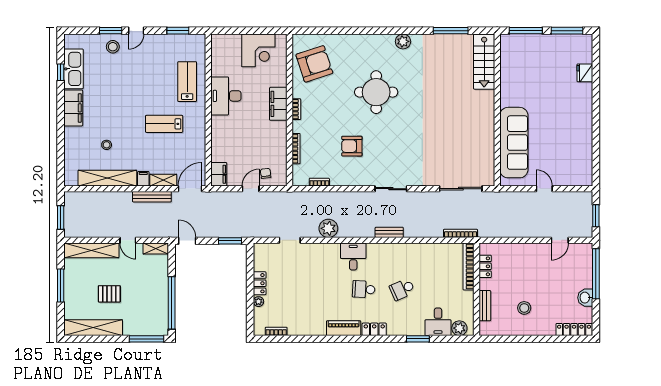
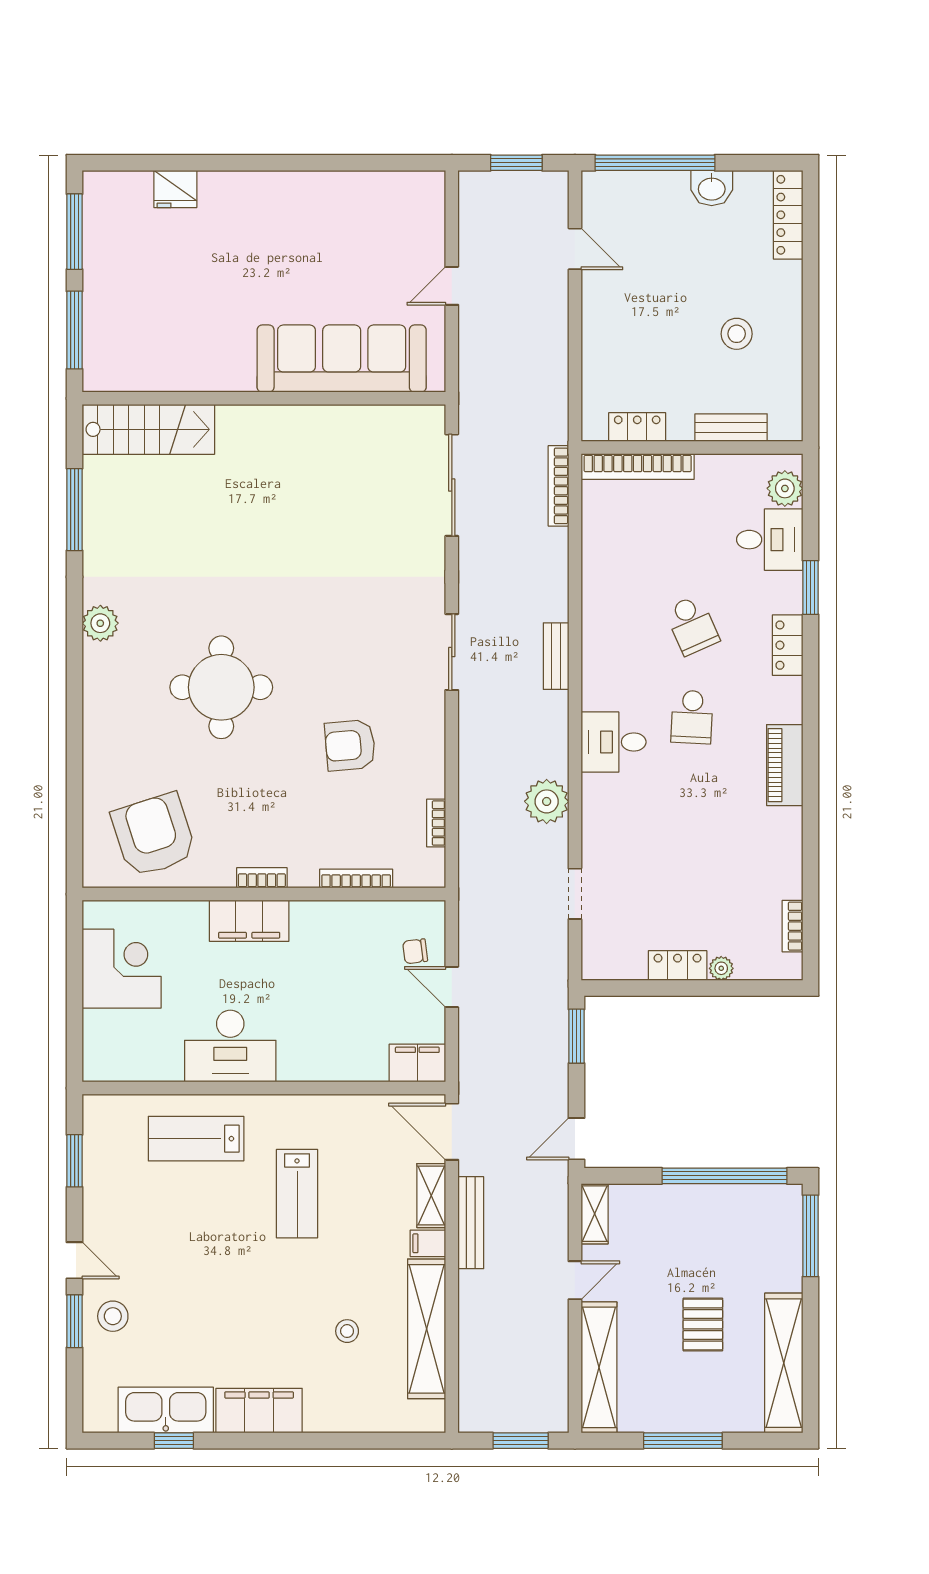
armchair: (352, 146) -> (350, 745), turned 85
locker: (374, 329) -> (788, 645), moved

